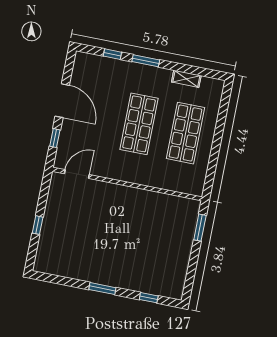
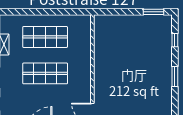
window: (200, 228) -> (154, 12), moved

